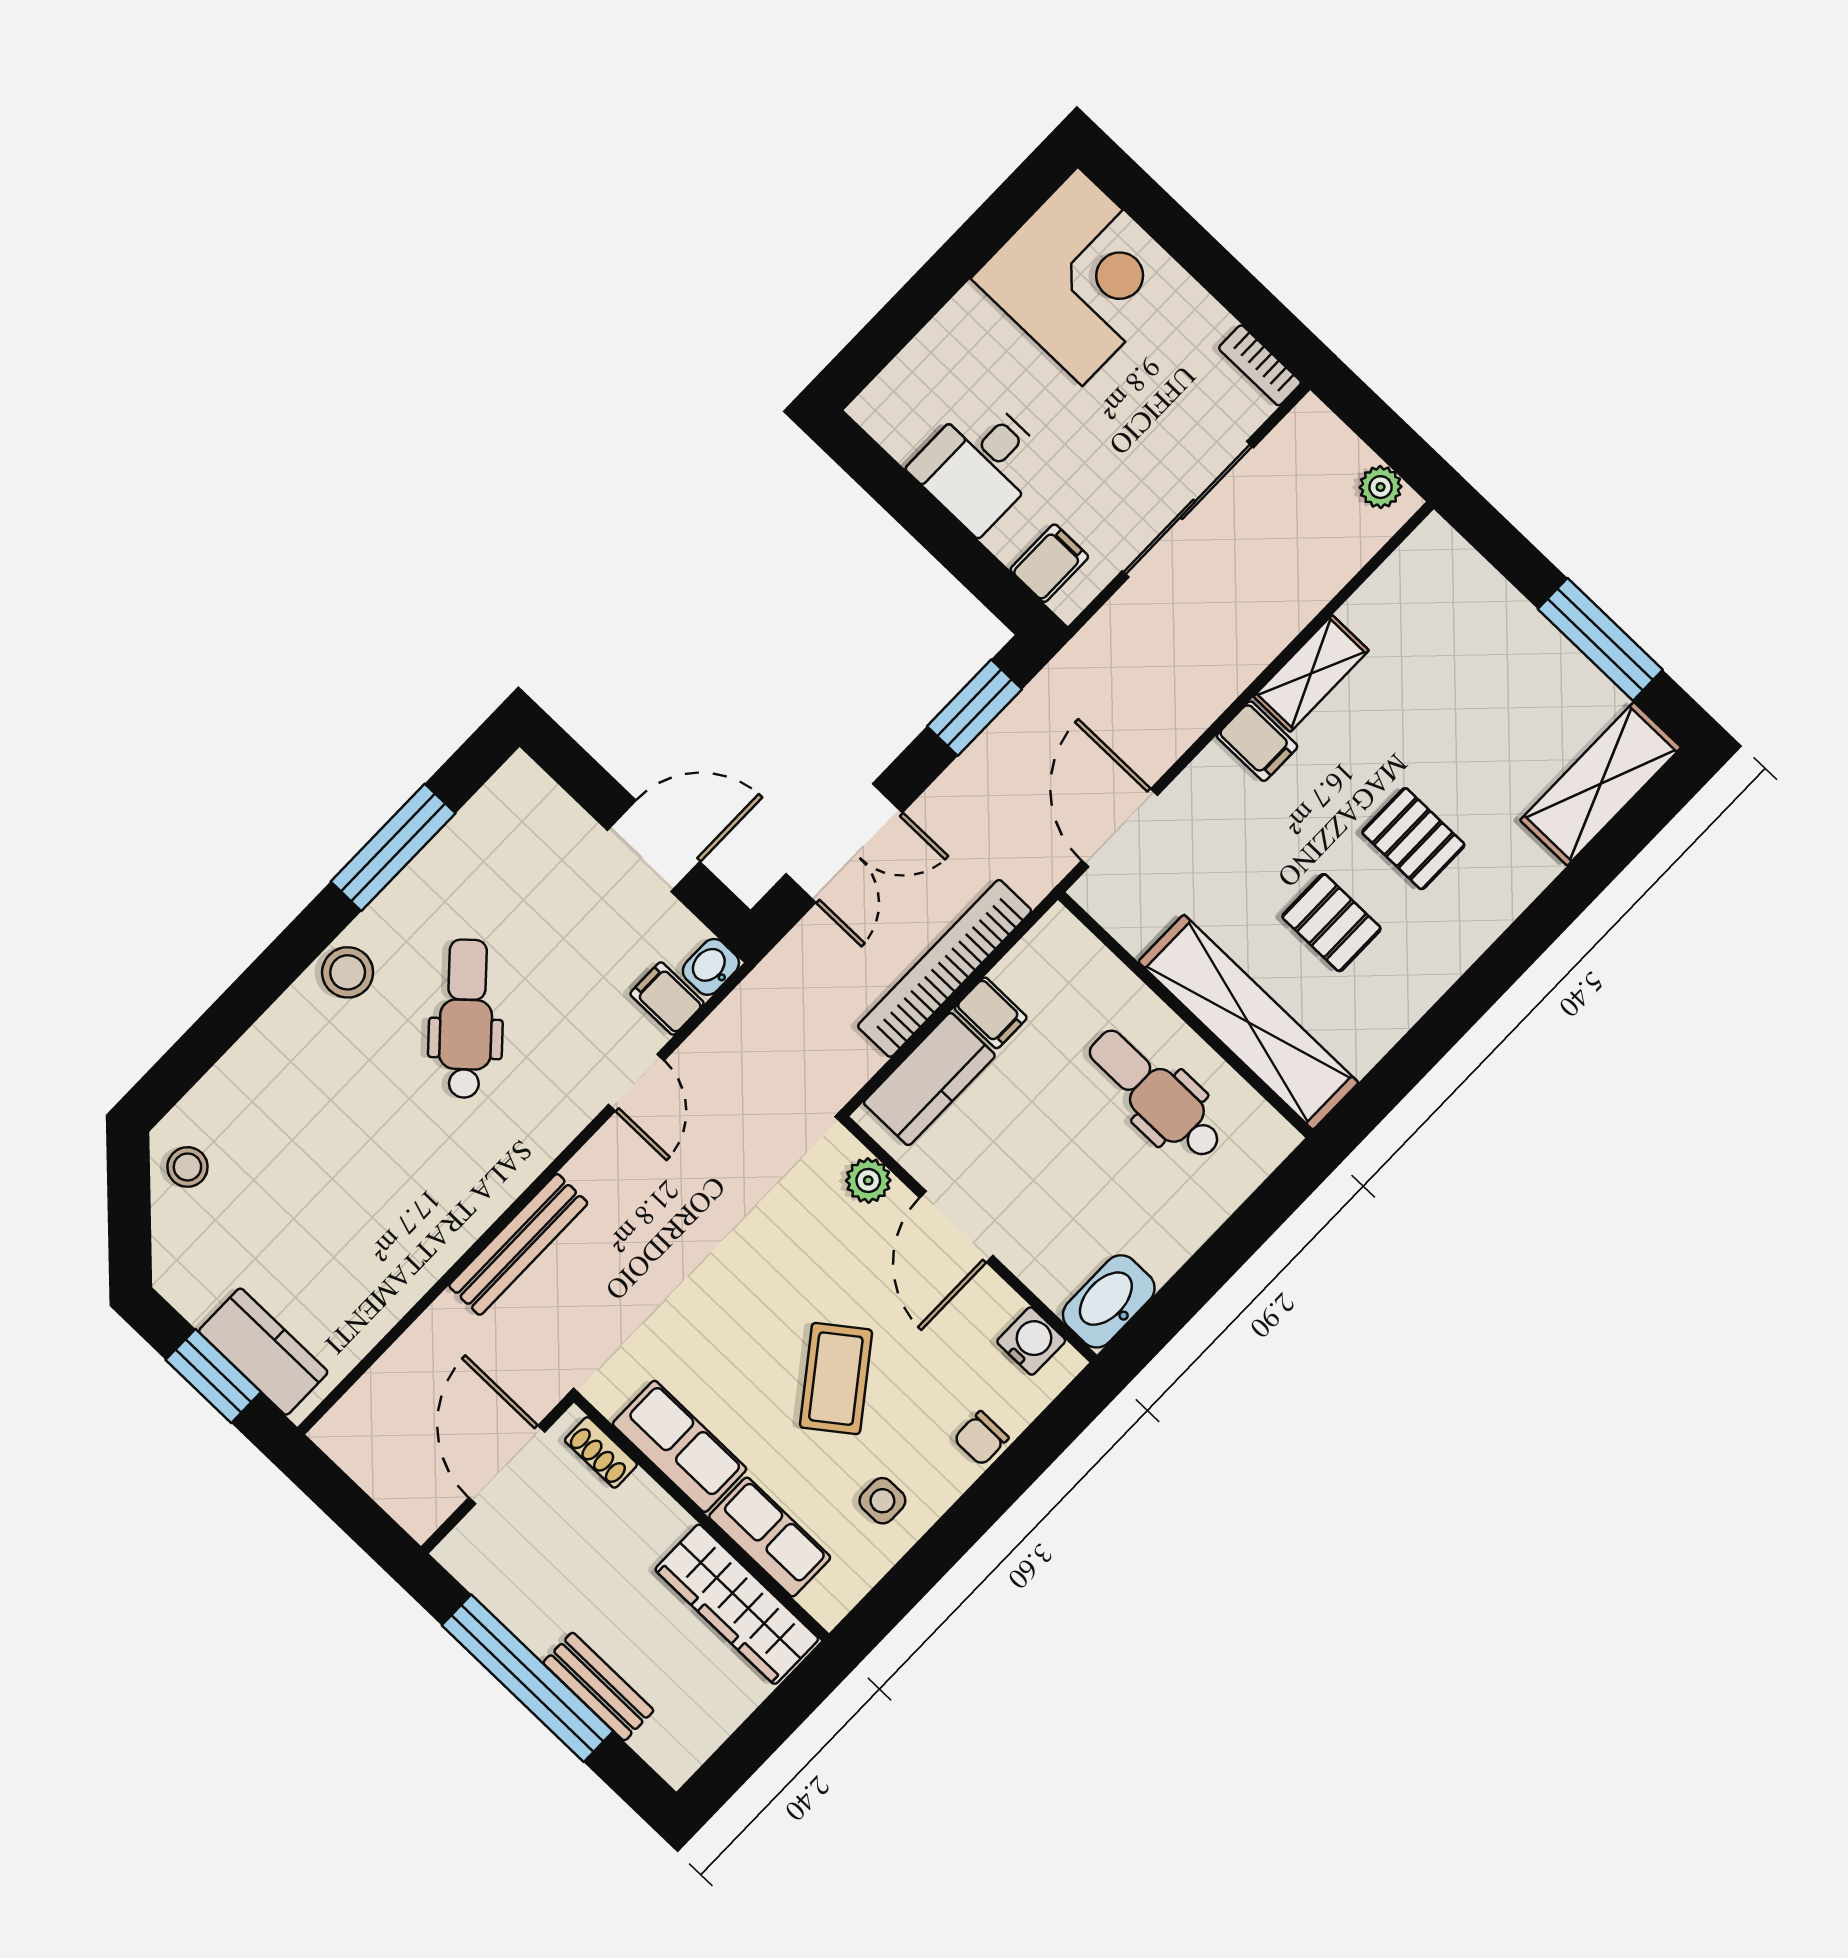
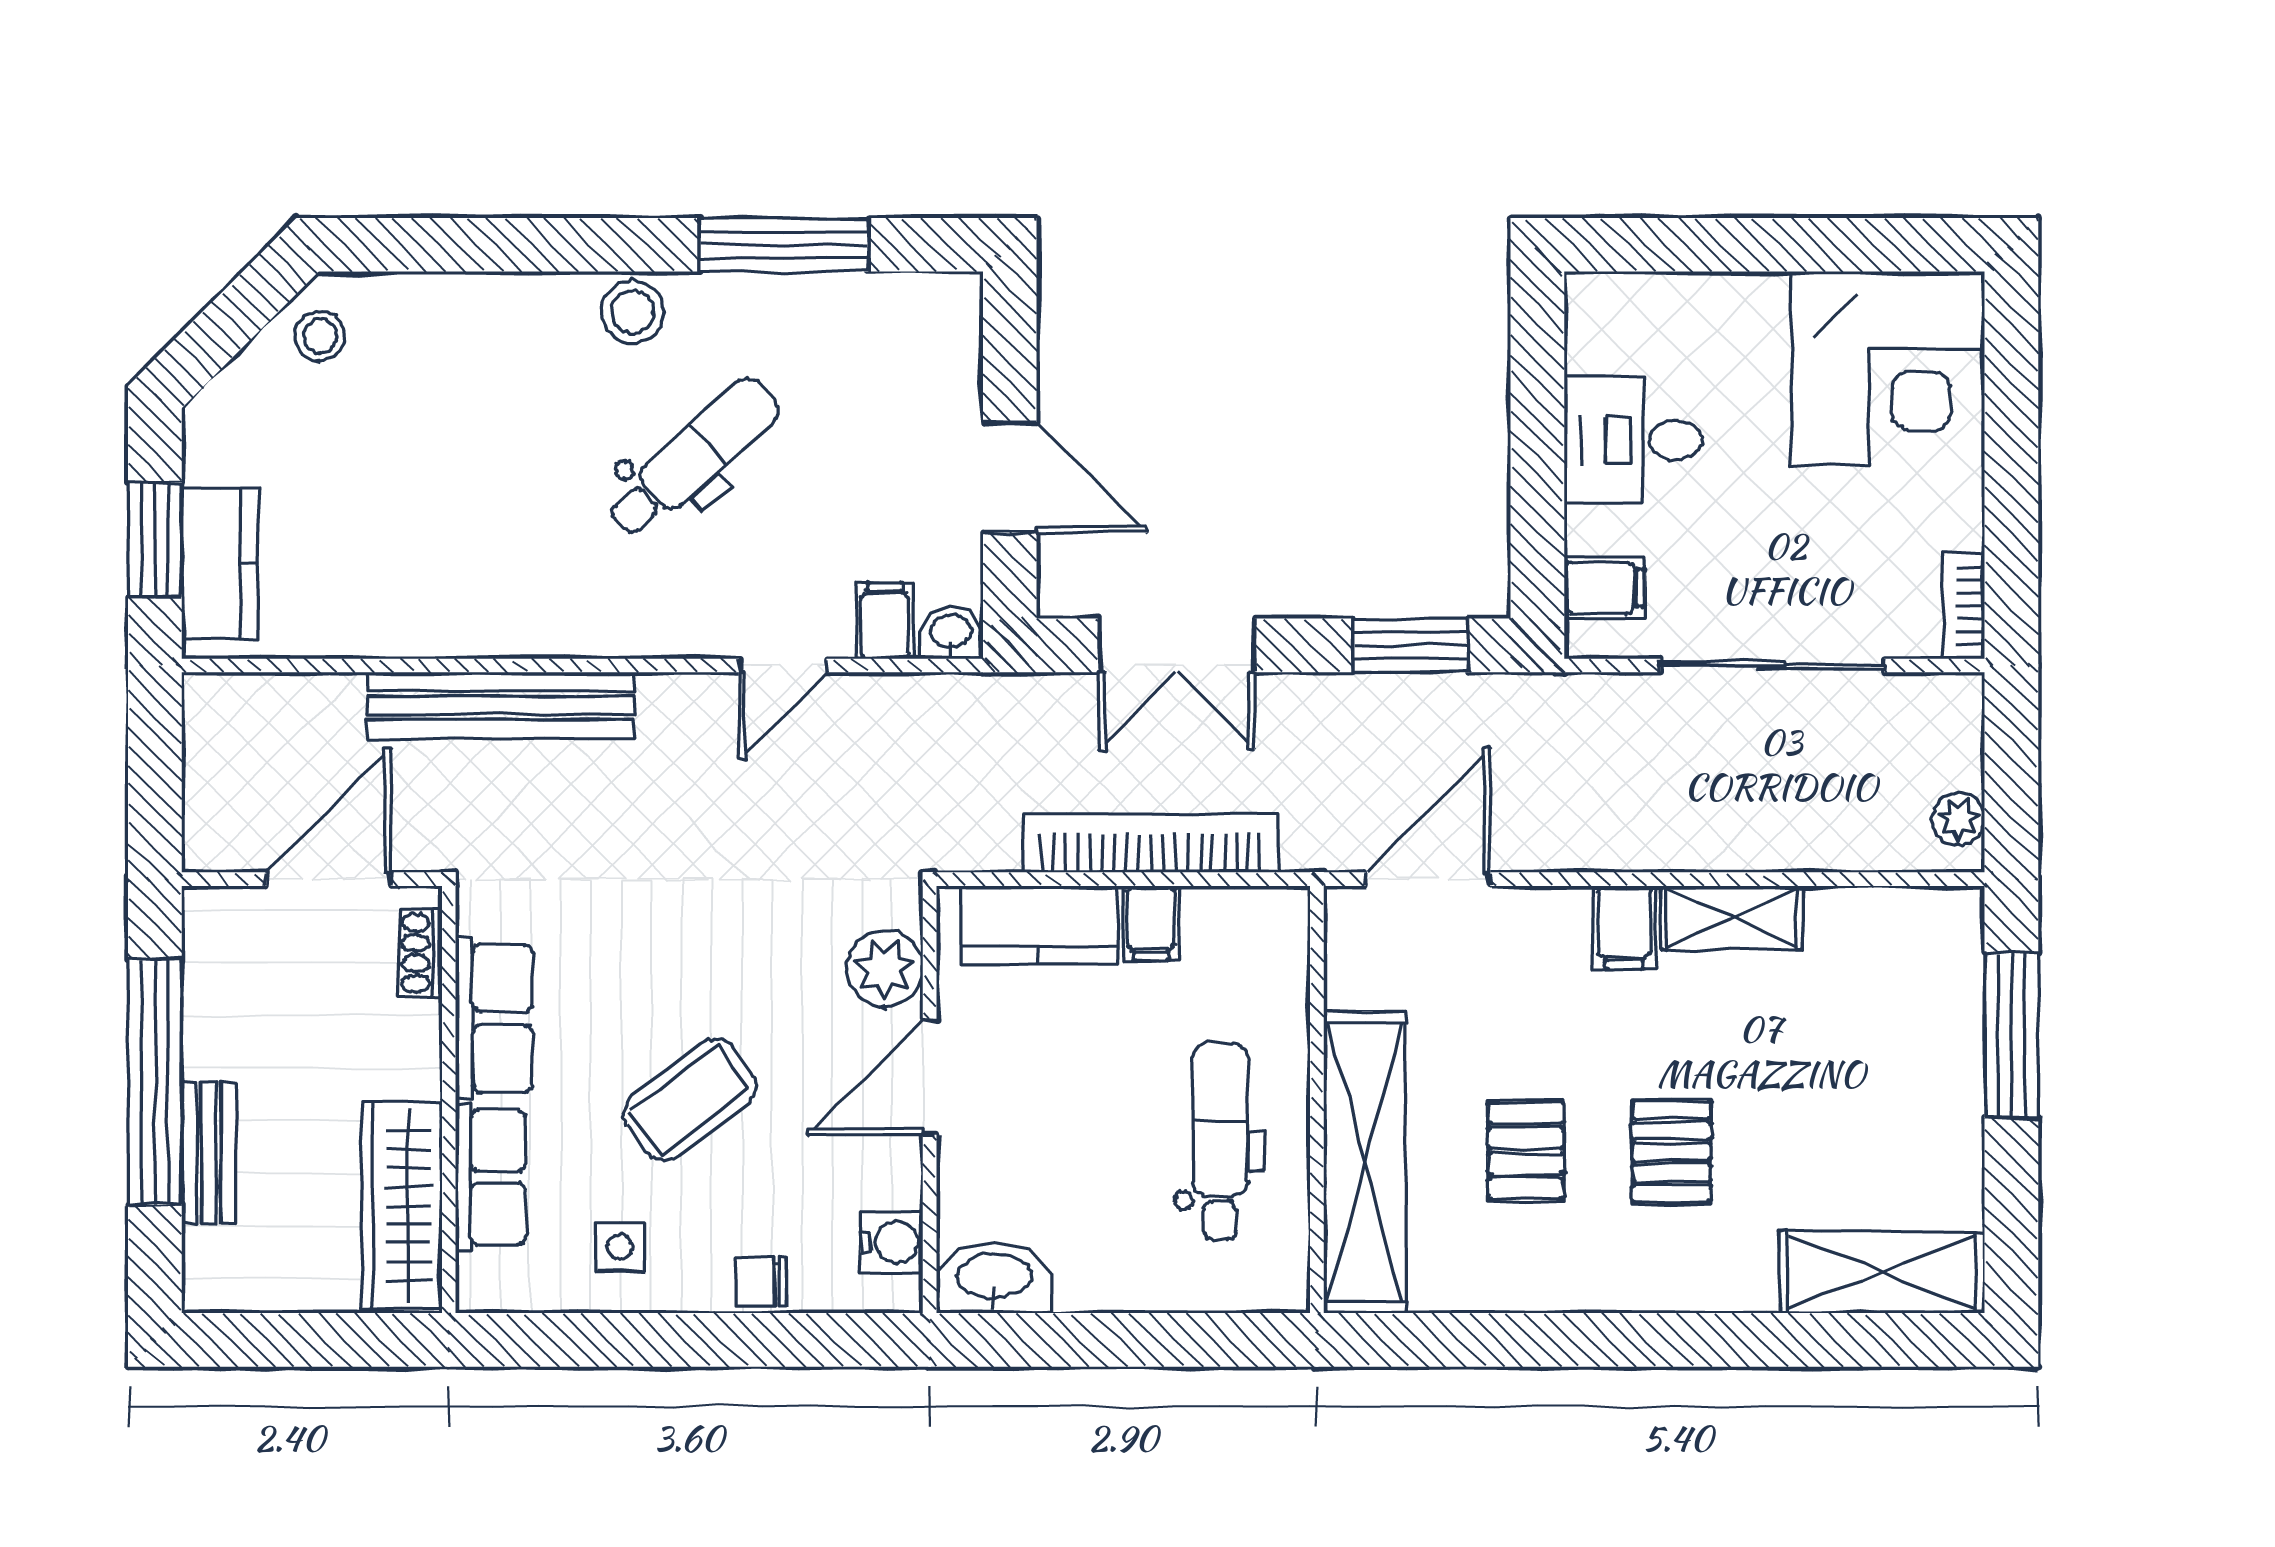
window: (1600, 639) -> (2011, 1035), moved
plant: (868, 1180) -> (885, 968), width x1.38, depth x1.38
bench: (518, 1244) -> (500, 705), width x1.37, depth x1.21

